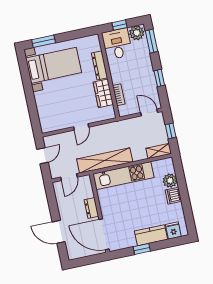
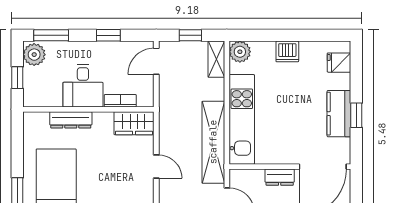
desk: (117, 44) -> (83, 86), moved, turned -90
wardrobe: (103, 93) -> (134, 123), moved
plant: (170, 181) -> (240, 52), moved
kitchen counter: (151, 235) -> (339, 114), moved

